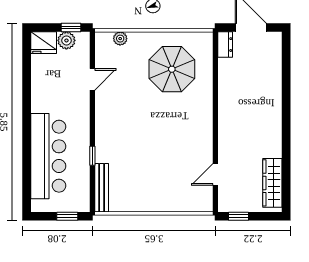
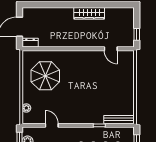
wardrobe: (272, 183) -> (89, 13), moved

